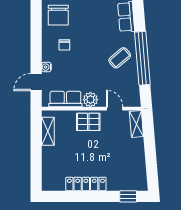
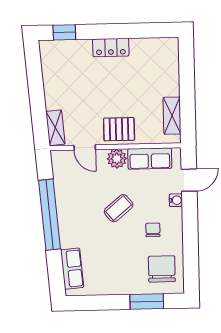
coffee table: (120, 58) -> (119, 208), moved
locker: (86, 184) -> (111, 48), width x0.66

